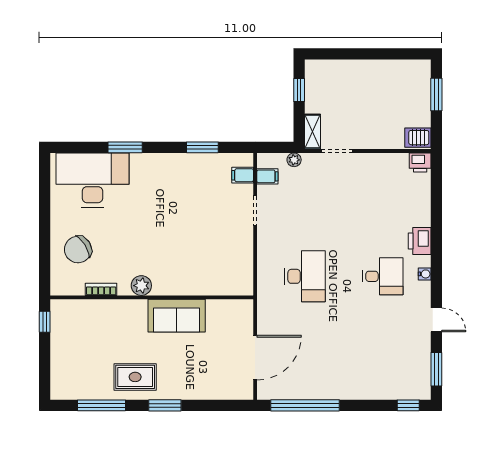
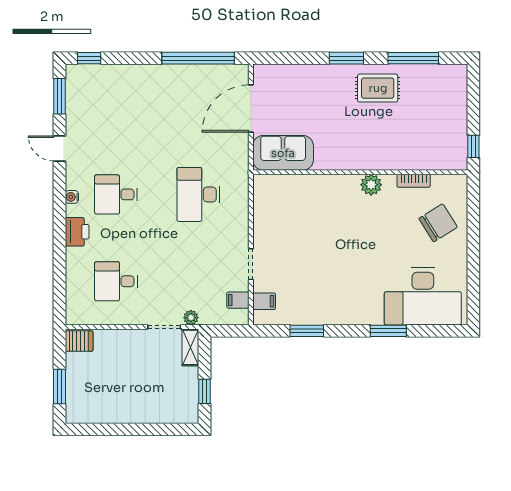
plant: (294, 160) -> (191, 318), moved
printer: (420, 162) -> (77, 315), removed
desk: (383, 194) -> (116, 281), added
sofa: (177, 316) -> (283, 153), moved

